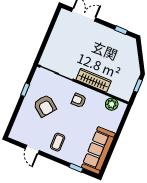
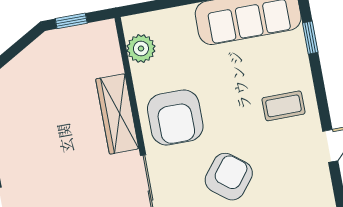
armchair: (79, 100) -> (175, 118), width x1.88, depth x1.88

